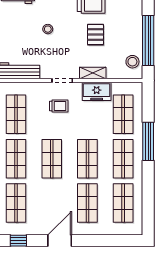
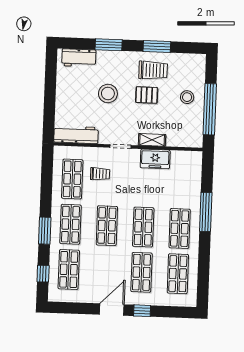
stool: (48, 29) -> (108, 94), width x1.89, depth x1.89
pallet: (95, 35) -> (147, 95), moved, turned 90
stool: (132, 62) -> (187, 97), moved
trolley: (59, 106) -> (100, 174), moved
shop shelf: (123, 114) -> (181, 183), removed
window: (18, 241) -> (142, 311), moved

